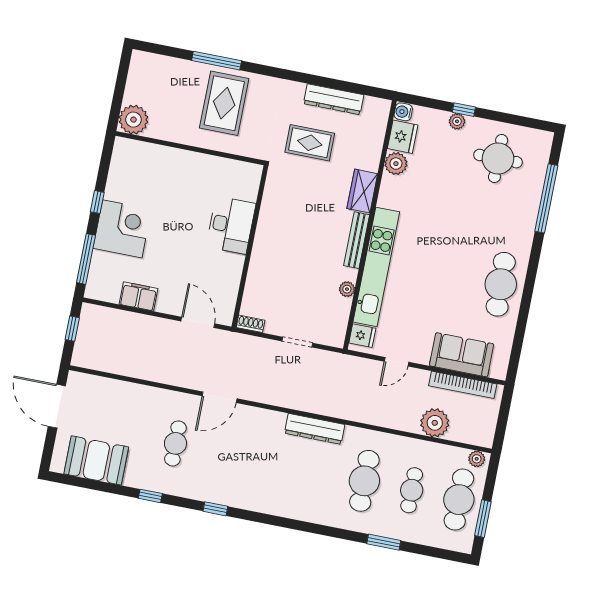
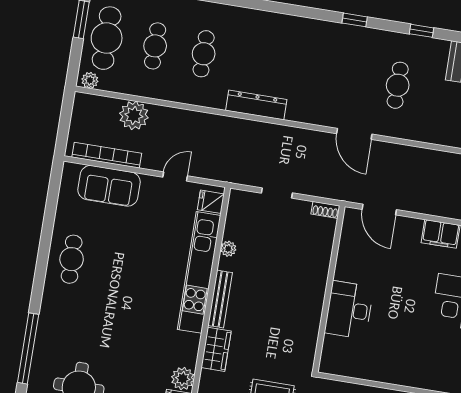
cafe table: (501, 284) -> (72, 259), width x0.73, depth x0.74
door: (220, 397) -> (354, 134), swing flipped
cafe table: (364, 481) -> (204, 54), width x0.73, depth x0.74

